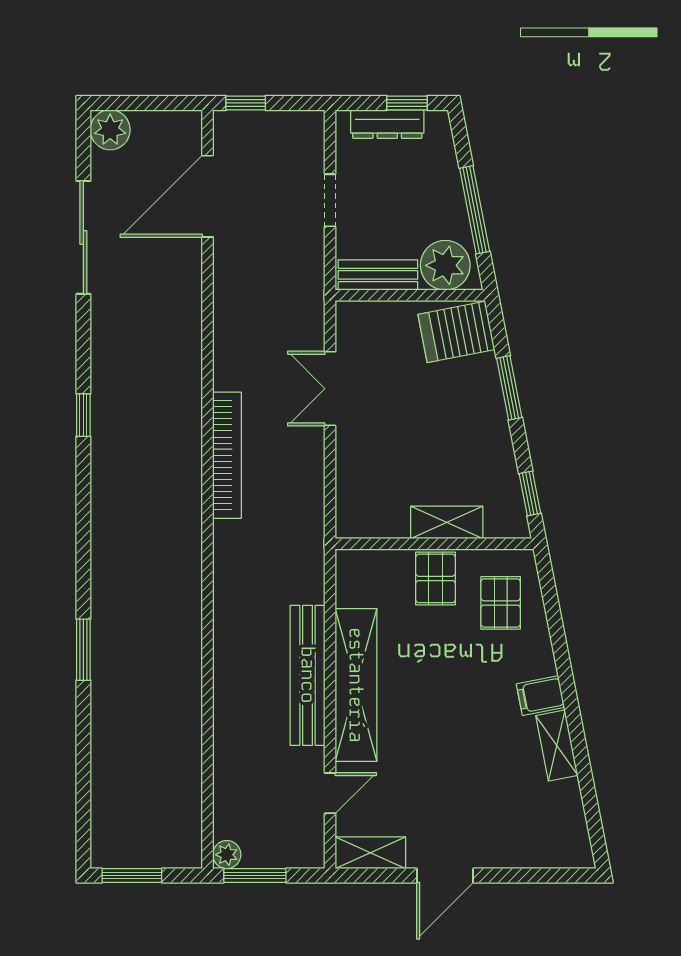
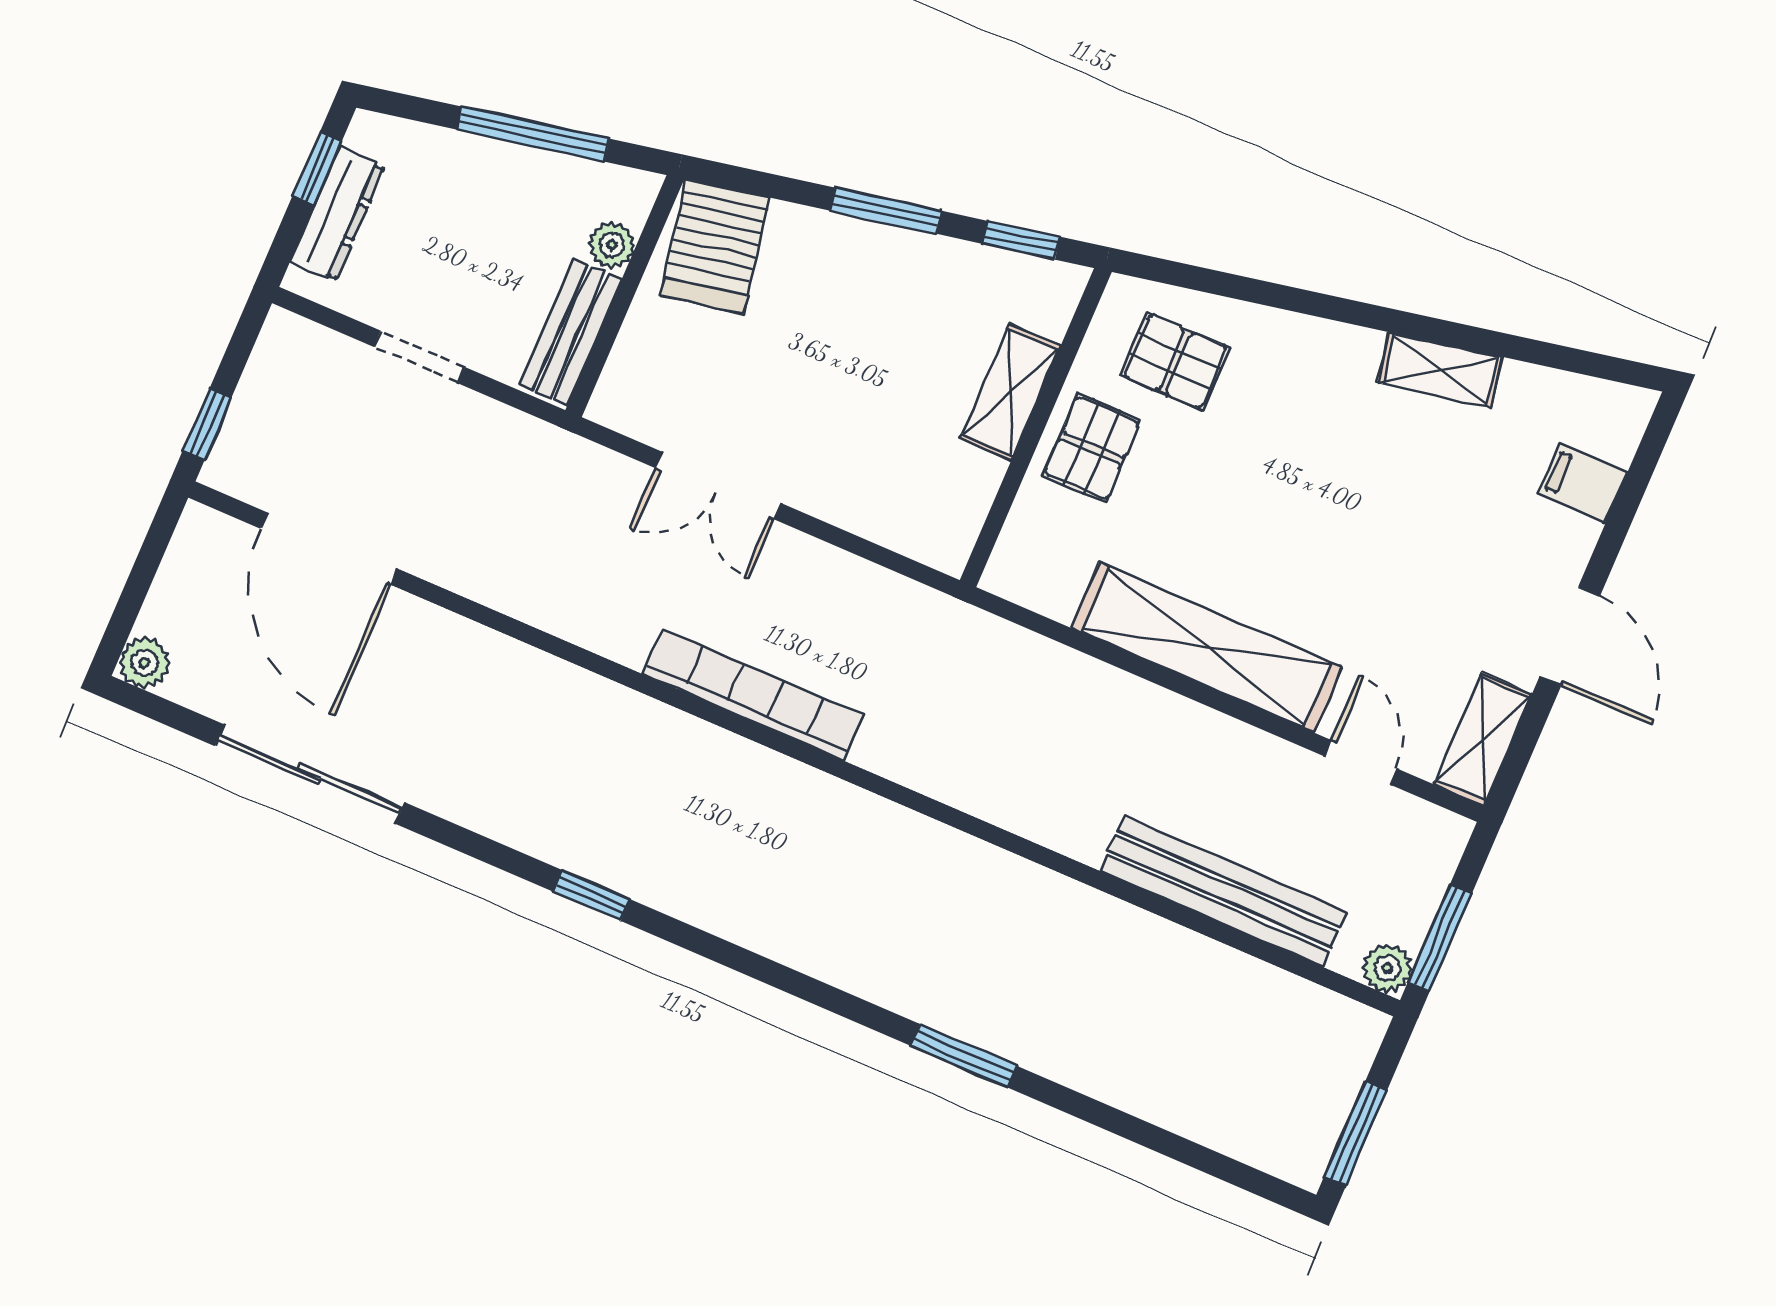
plant: (110, 130) -> (144, 663), width x0.73, depth x0.73
plant: (445, 265) -> (612, 245), width x0.53, depth x0.53
window: (509, 388) -> (886, 211), moved
pallet: (435, 578) -> (1092, 448), turned 90
bench: (308, 675) -> (1223, 891), moved
filing cabinet: (540, 696) -> (1582, 483), moved, turned 101

